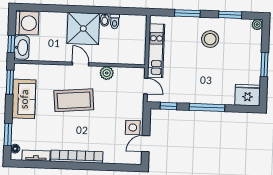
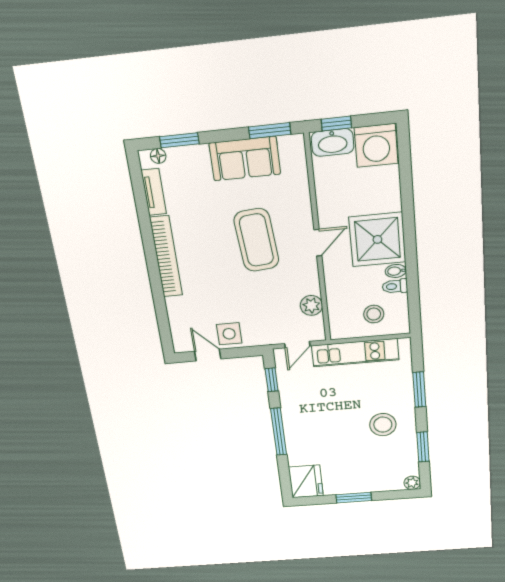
stool: (131, 36) -> (374, 314), added
plant: (107, 73) -> (311, 305), moved

